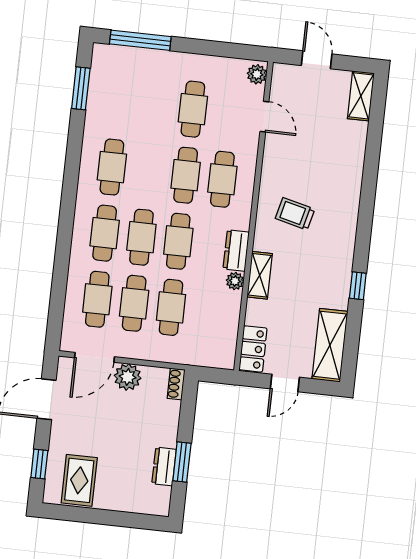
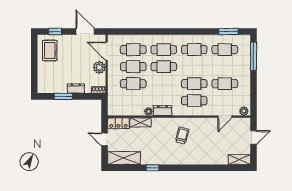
cafe table: (178, 241) -> (225, 50), moved
shelving: (260, 275) -> (140, 122), moved
dresser: (164, 466) -> (76, 88), moved
rug: (79, 480) -> (50, 50), turned 90

